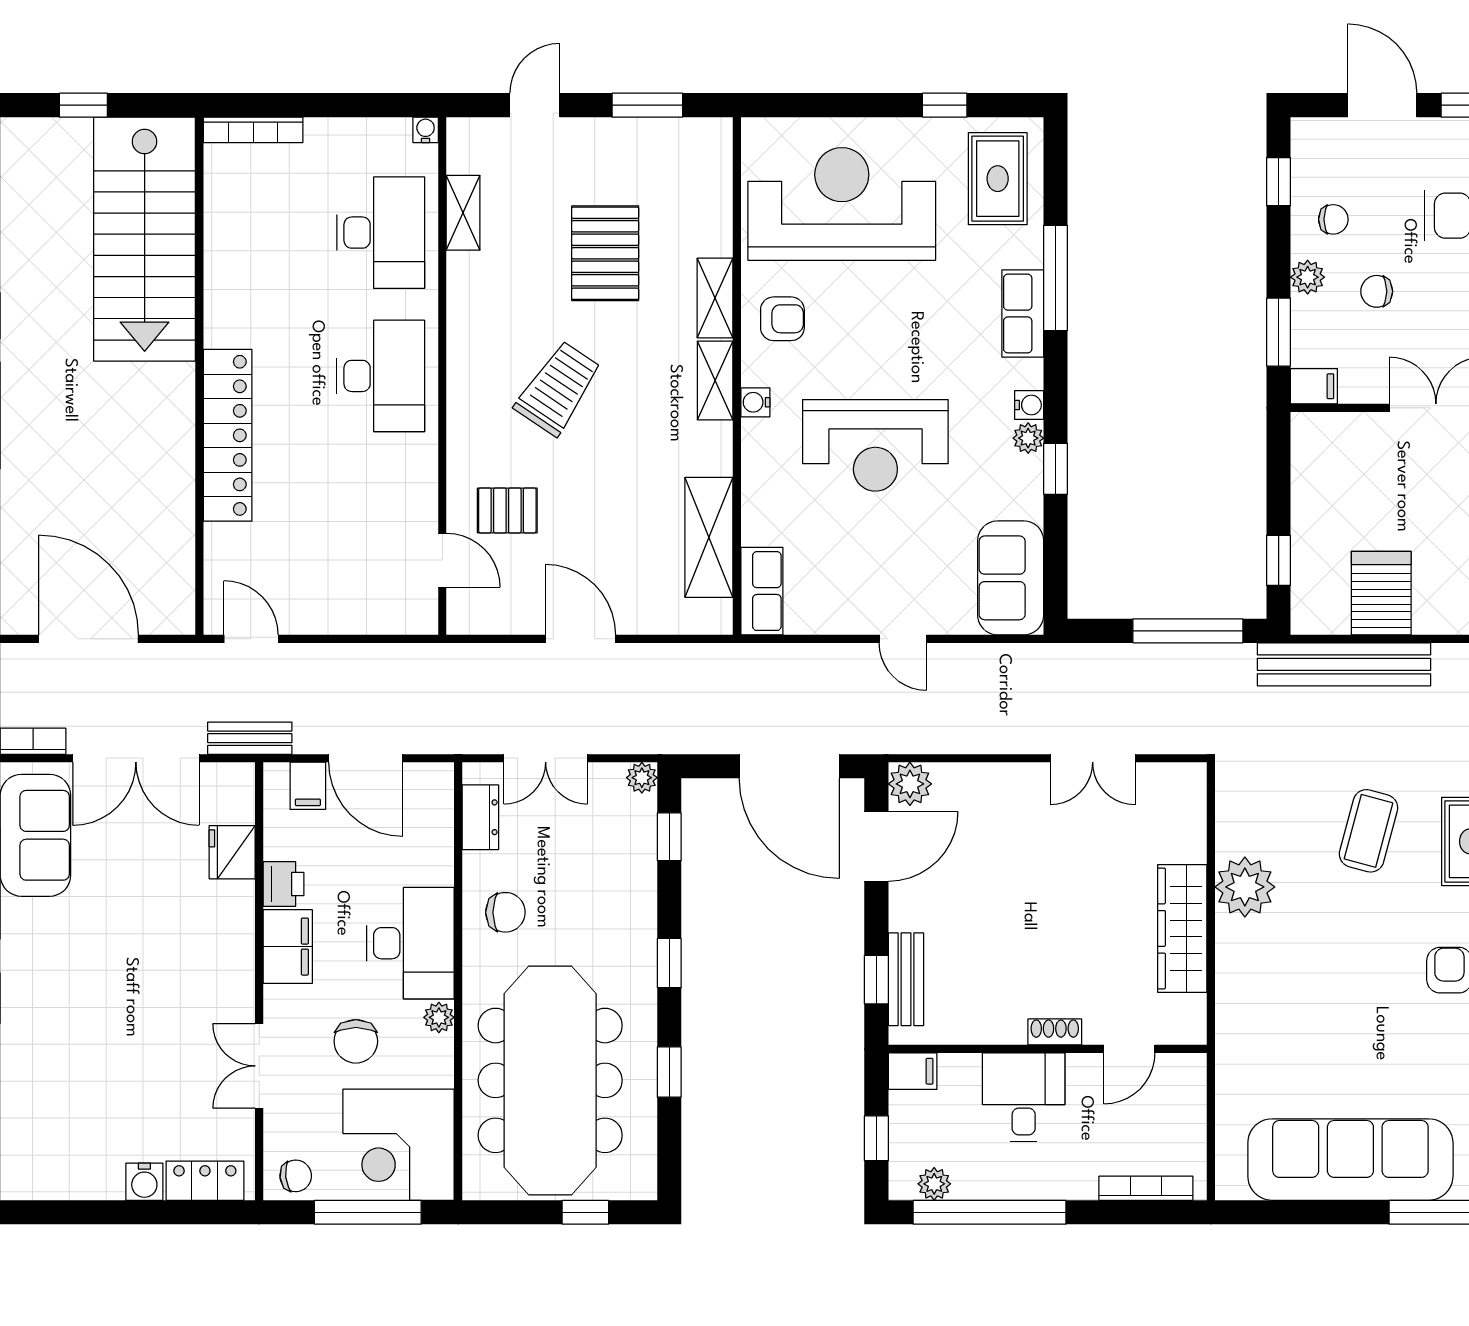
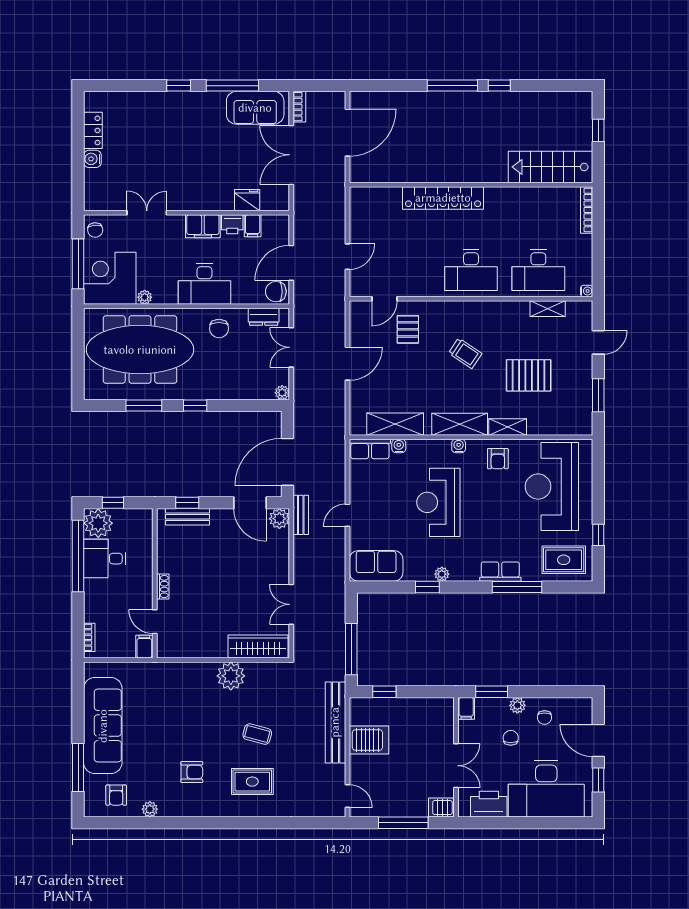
door: (535, 105) -> (598, 342), hinge flipped
door: (1382, 105) -> (598, 740), swing flipped
window: (1279, 182) -> (562, 692), removed
reception desk: (842, 204) -> (552, 487), turned 180
stairs: (145, 239) -> (551, 167), width x0.73, depth x0.66
shelving: (715, 380) -> (460, 424), width x1.50, depth x1.33
trolley: (558, 388) -> (465, 353), width x0.73, depth x0.72
water cooler: (1029, 405) -> (399, 446), moved, turned 180
door: (251, 639) -> (347, 257), moved
bench: (250, 738) -> (301, 515), moved
filing cabinet: (308, 786) -> (253, 226), moved, turned -90
coffee table: (1369, 831) -> (257, 734), width x0.73, depth x0.77
window: (669, 837) -> (254, 405), removed
wardrobe: (1182, 928) -> (258, 646), moved
plant: (439, 1017) -> (145, 297), moved
chair: (356, 1041) -> (276, 292), moved
filing cabinet: (913, 1071) -> (144, 647), moved, turned 180
window: (669, 1072) -> (144, 405), width x1.50
desk: (1024, 1097) -> (105, 559), moved, turned 180
locker: (205, 1181) -> (93, 130), moved
plant: (934, 1184) -> (98, 523), width x1.87, depth x1.87
bookcase: (1146, 1188) -> (89, 637), width x0.64
window: (585, 1212) -> (78, 366), removed

